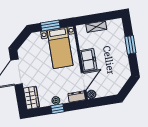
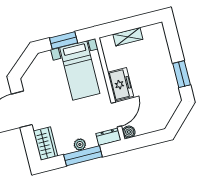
window: (130, 45) -> (182, 74), moved
window: (57, 109) -> (83, 156), width x2.17

